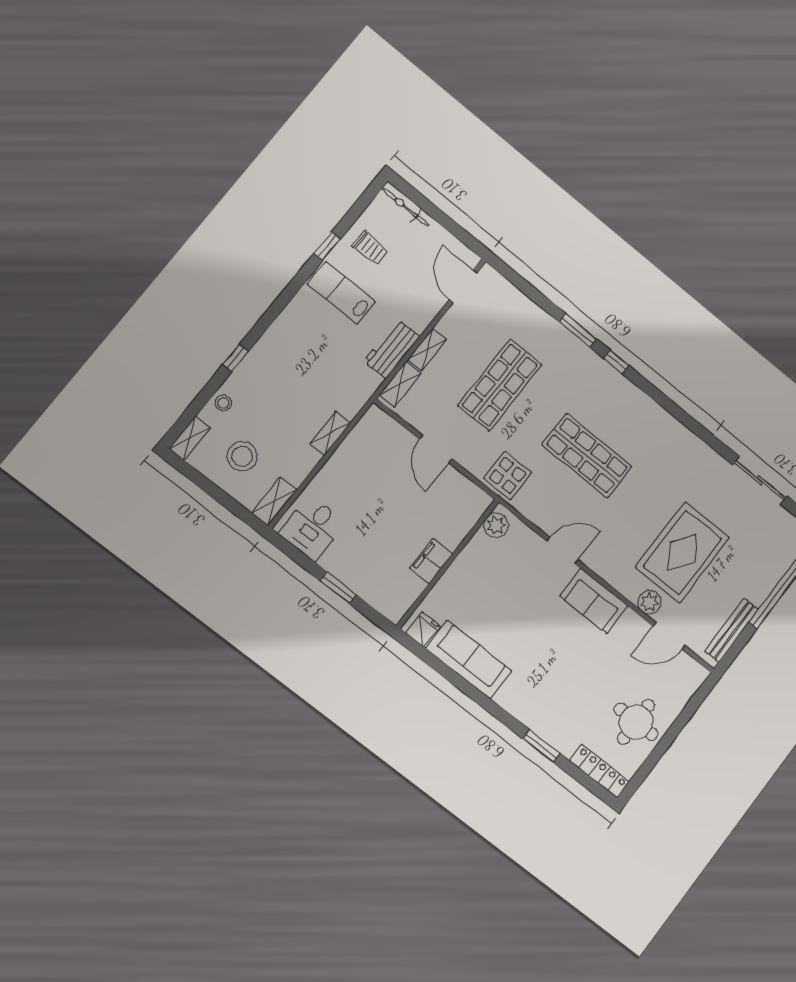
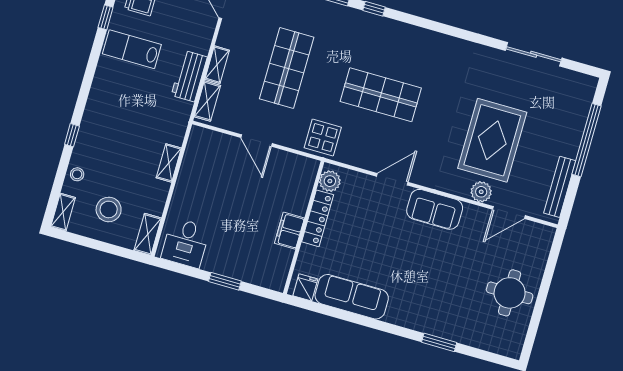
locker: (599, 771) -> (318, 218), moved, turned 90

